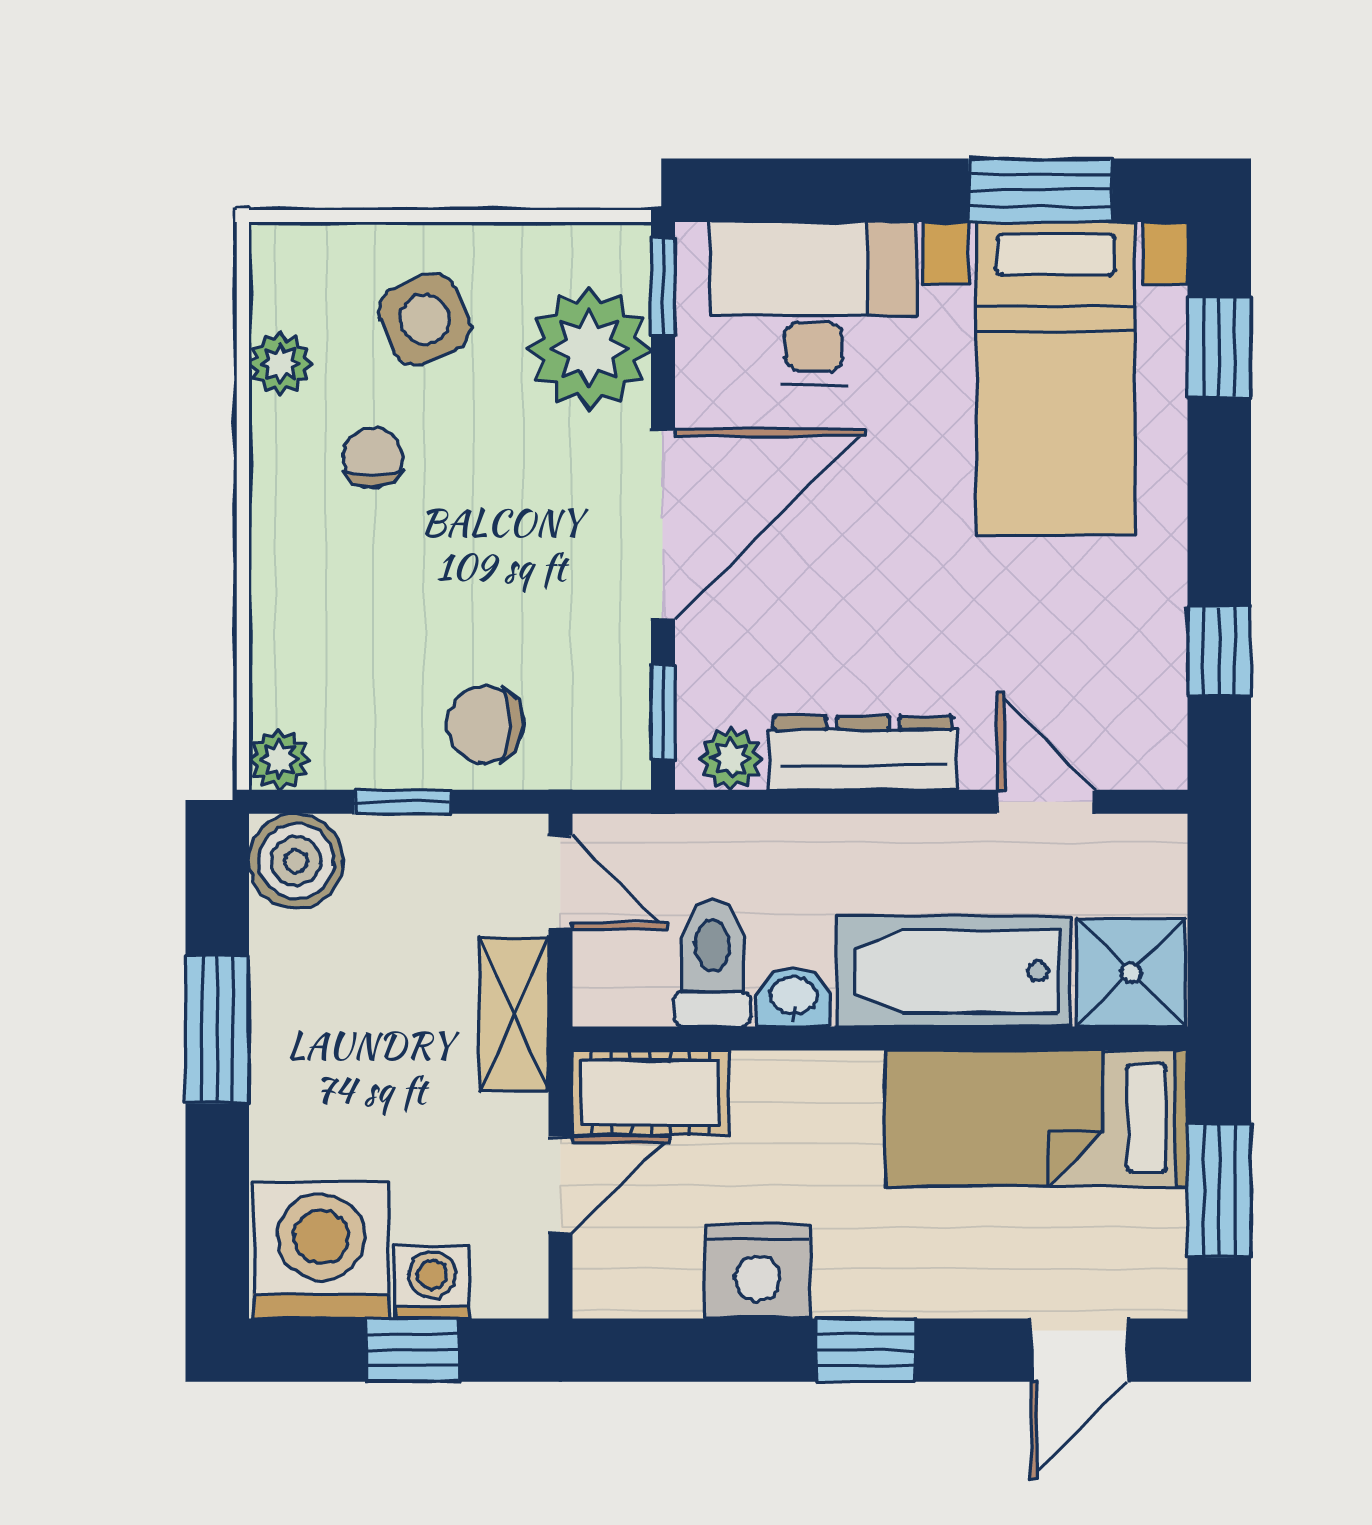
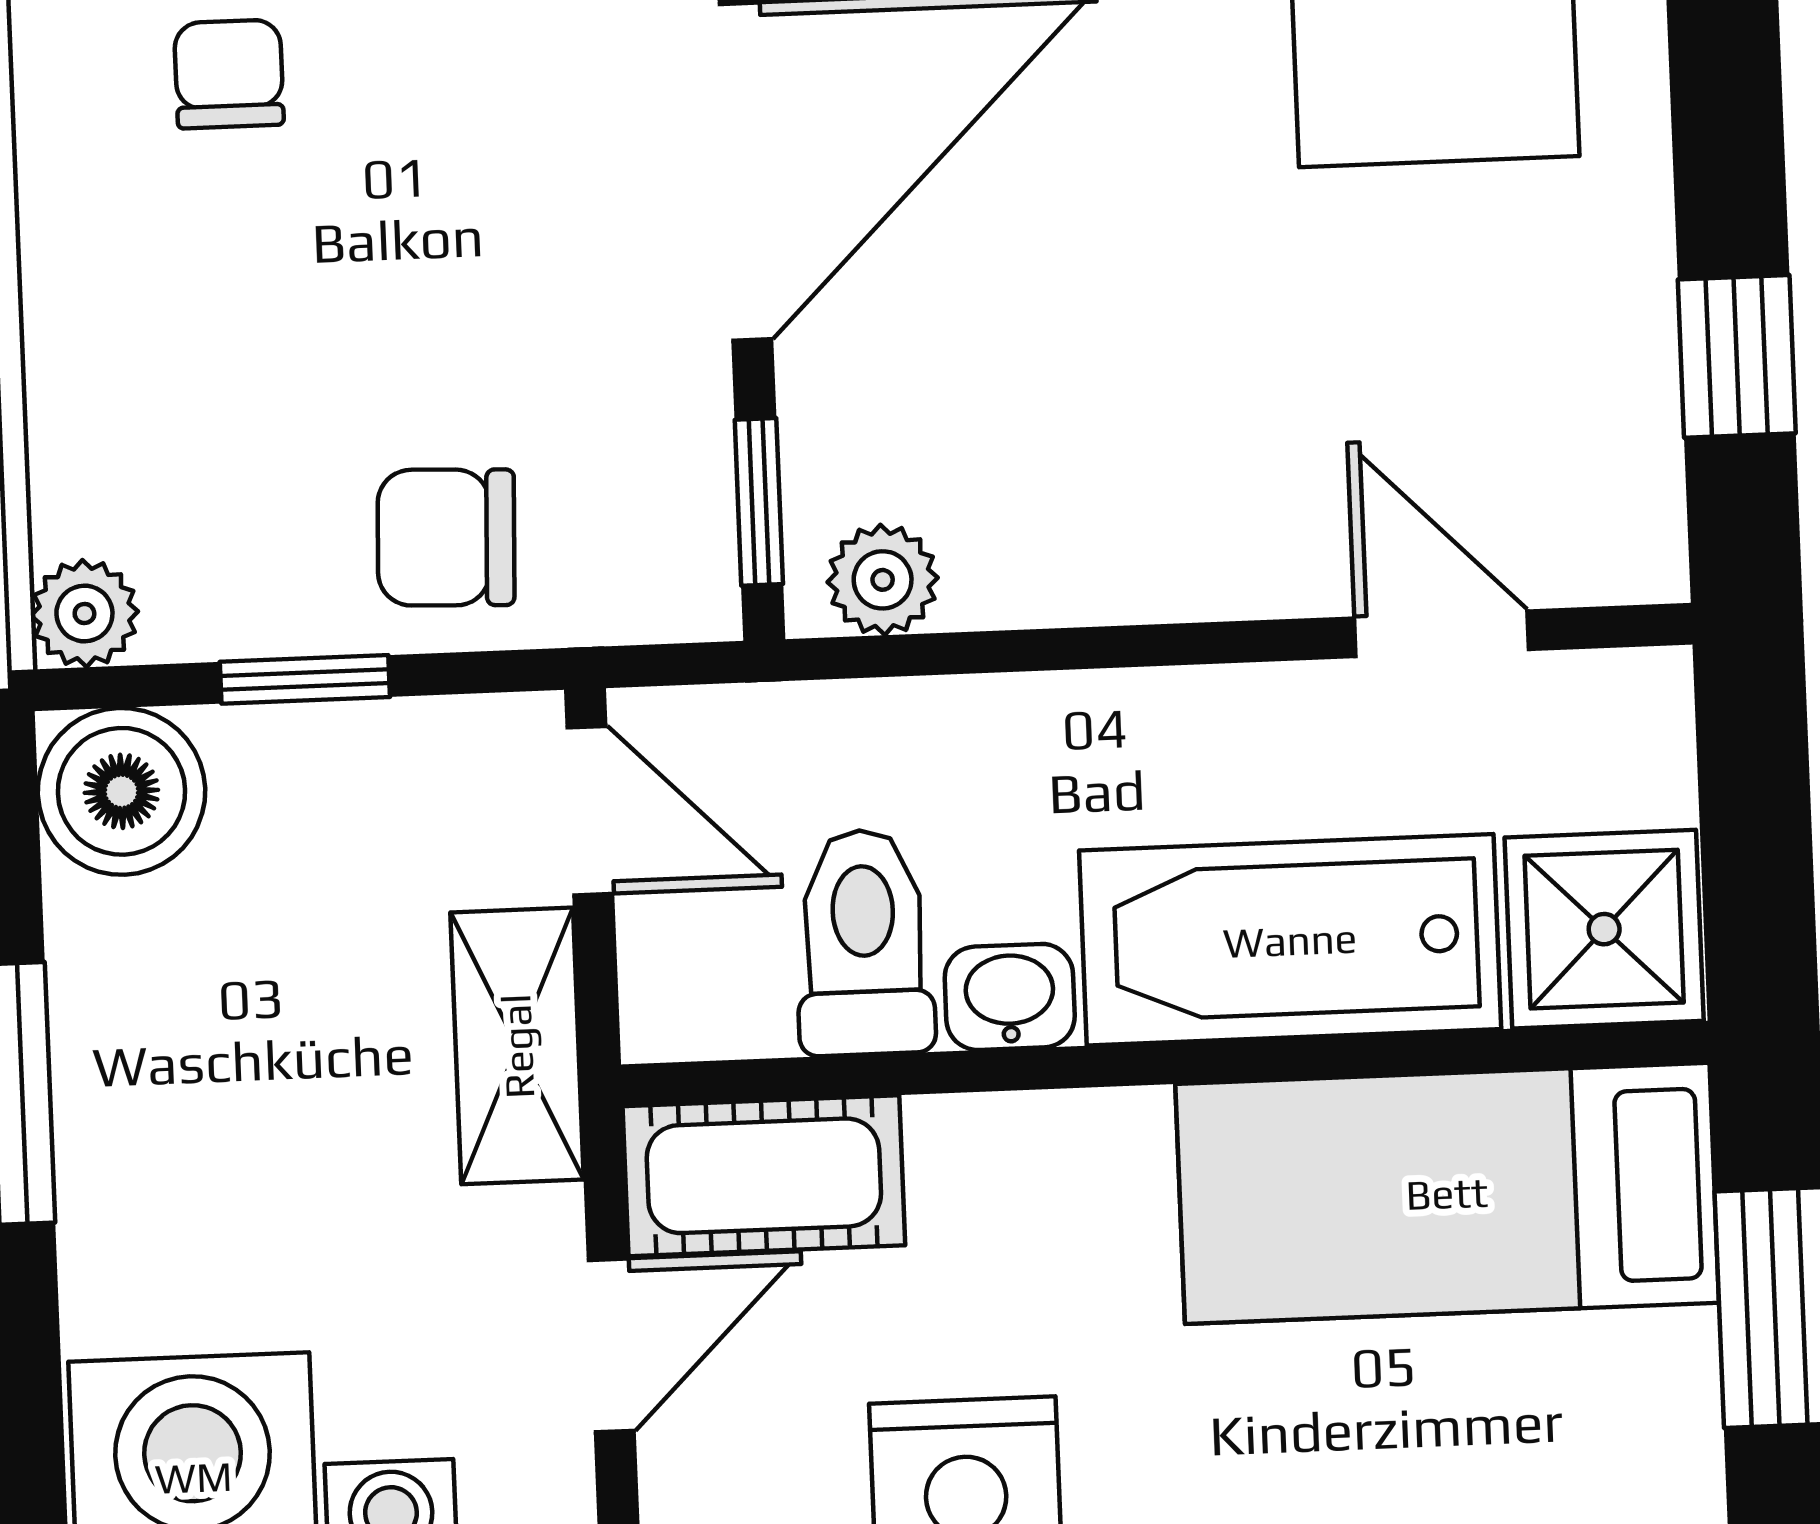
dresser: (863, 753) -> (1115, 561), removed

